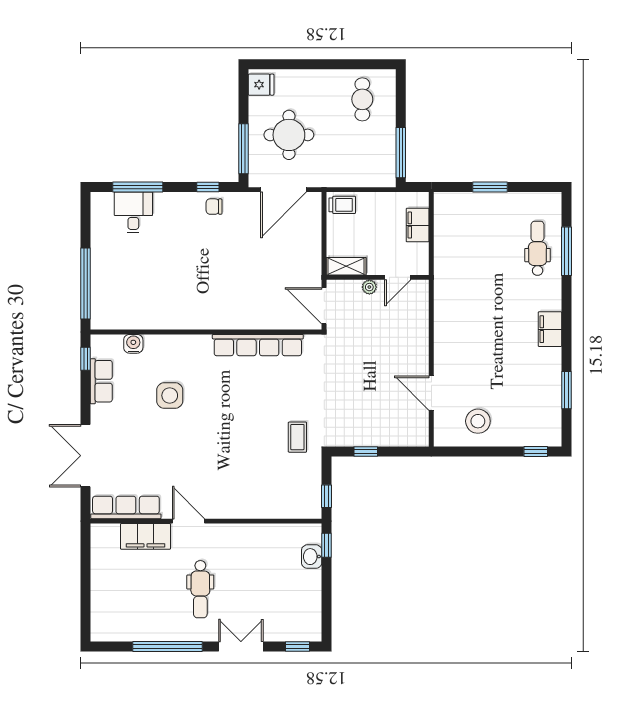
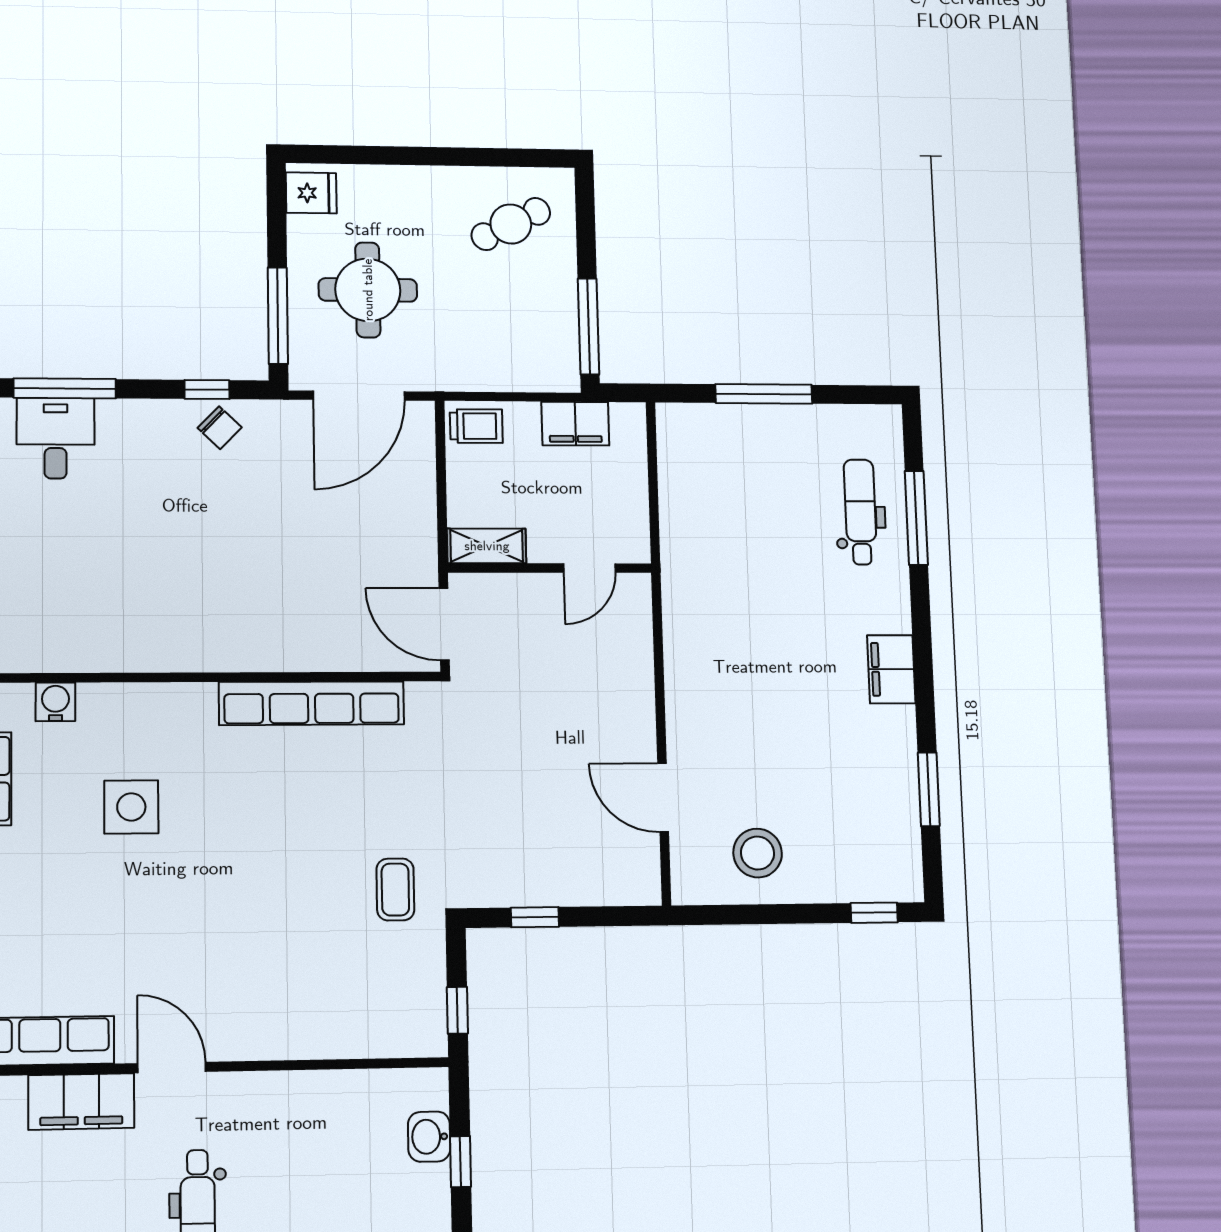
cafe table: (362, 99) -> (511, 224), turned 63
window: (490, 187) -> (764, 394), width x1.44
chair: (214, 207) -> (220, 428), turned -136
filing cabinet: (418, 225) -> (575, 424), moved, turned -90
plant: (369, 287) -> (534, 587), removed
window: (327, 545) -> (461, 1162), moved

